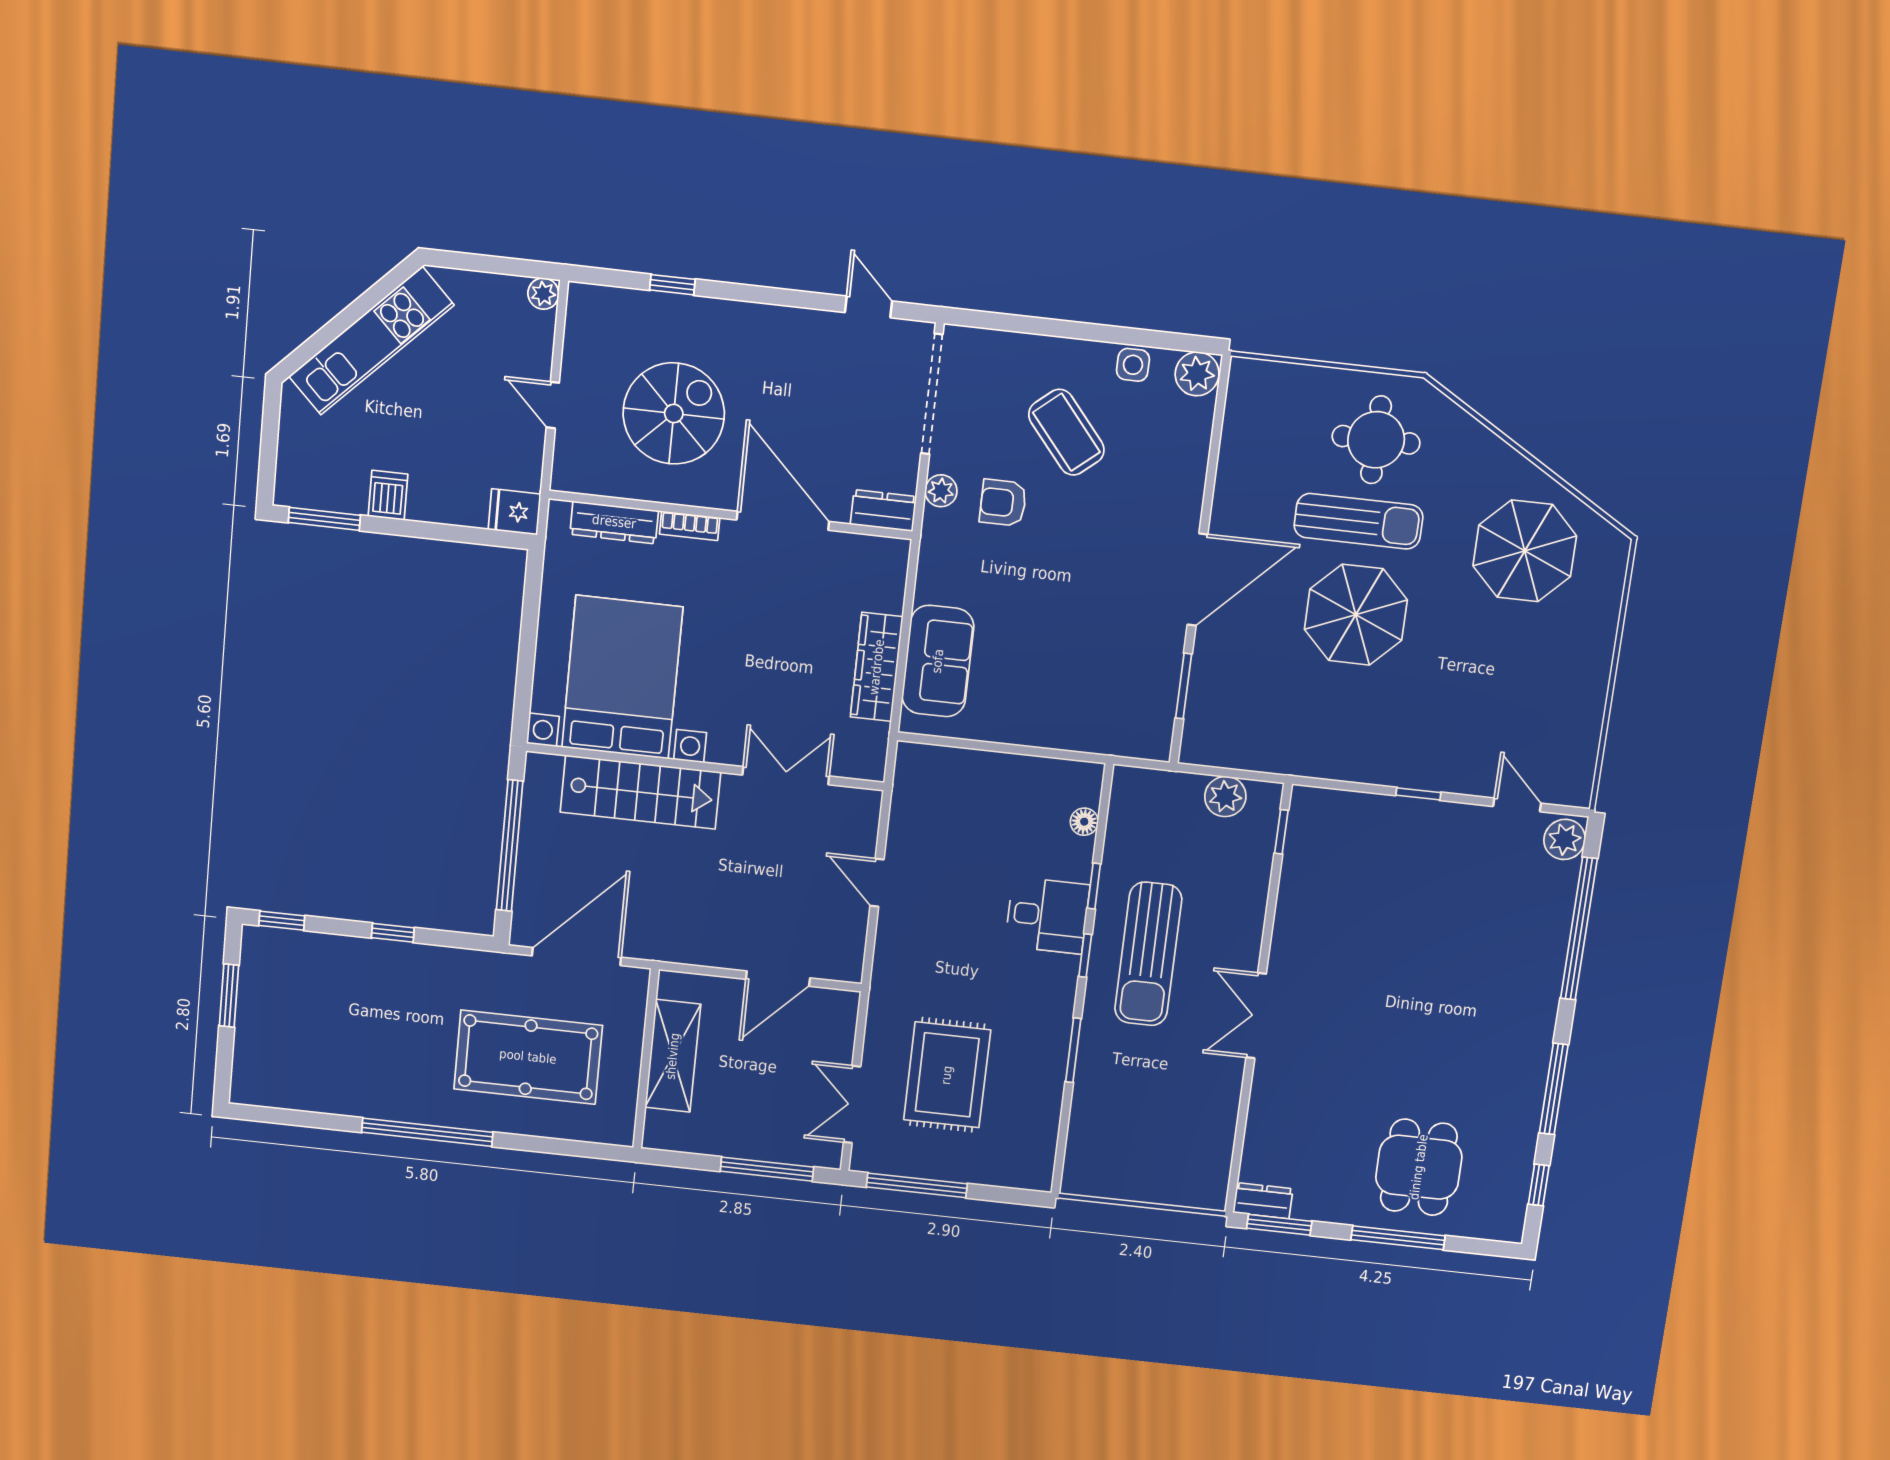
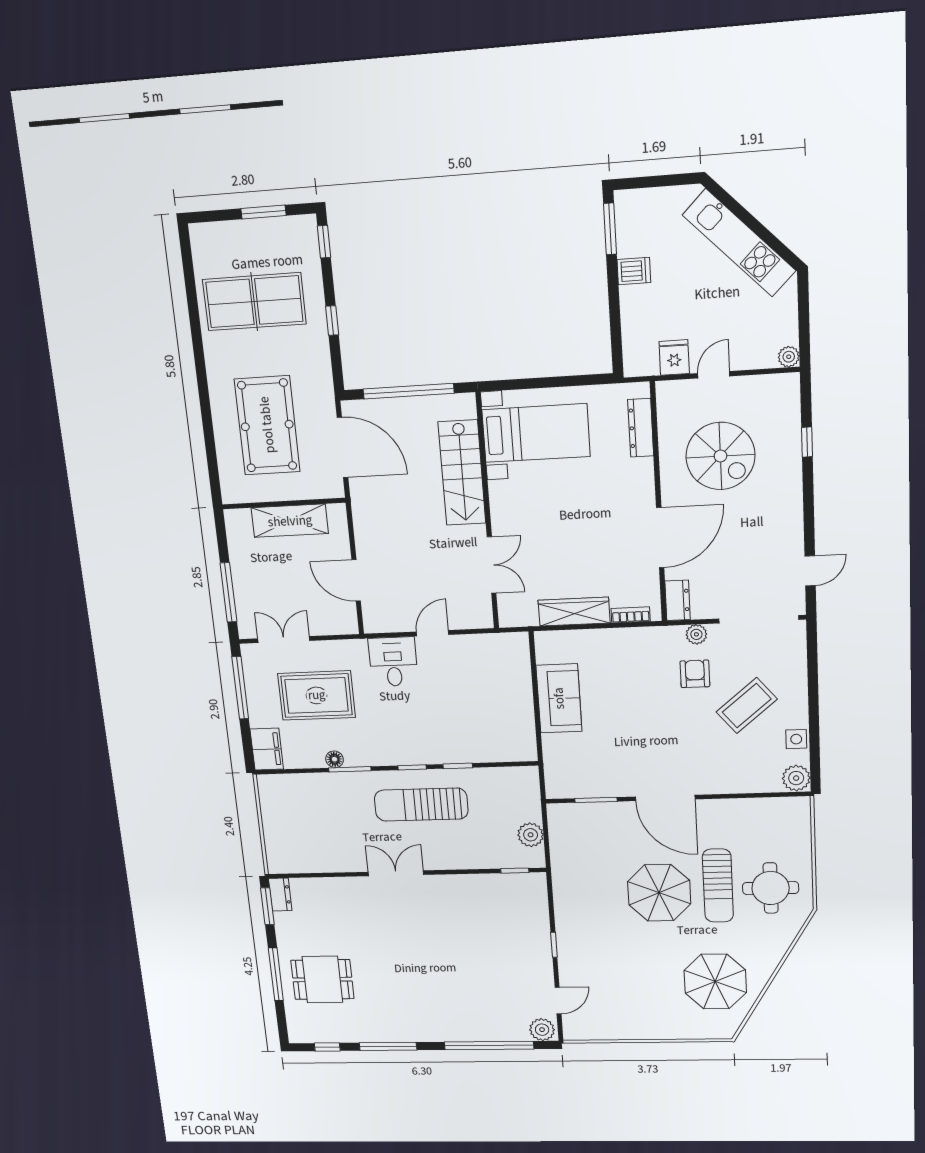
fridge: (515, 512) -> (674, 357), moved
bookcase: (690, 526) -> (631, 615), moved, turned 90
sofa: (938, 661) -> (559, 698), moved, turned -90
bed with nightstands: (622, 677) -> (536, 433), width x0.73
floor lamp: (1084, 822) -> (335, 759), moved
desk: (1047, 915) -> (393, 662), moved, turned 180
table tennis table: (350, 1036) -> (254, 302), added
window: (427, 1132) -> (200, 365), removed
filing cabinet: (1021, 1168) -> (267, 749), added

